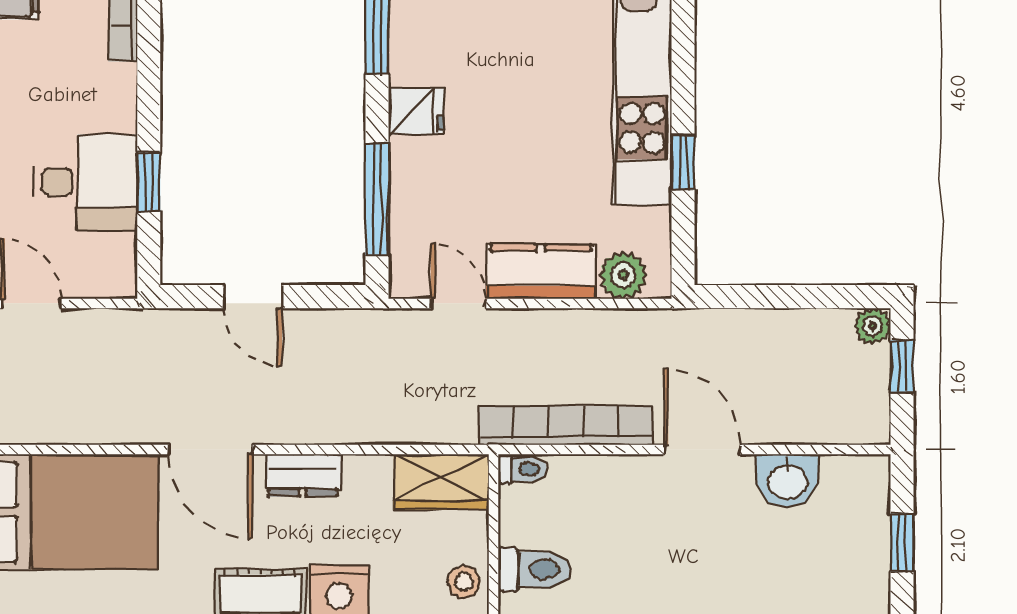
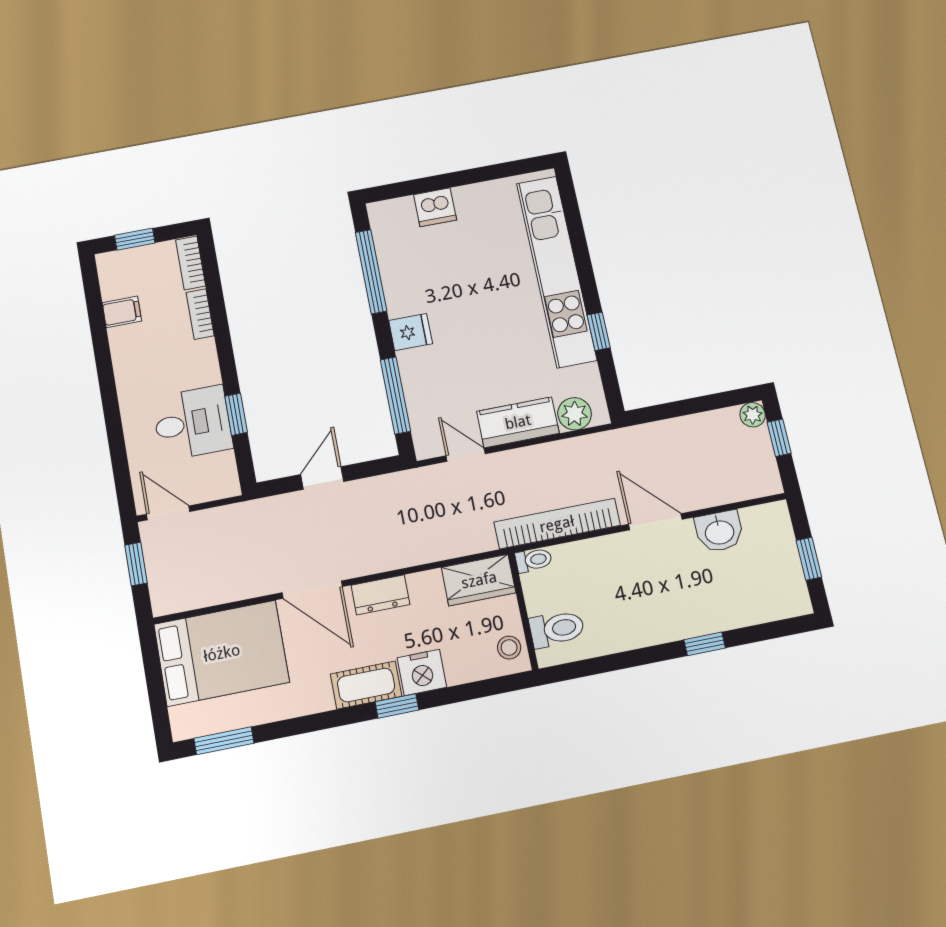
door: (253, 297) -> (322, 478), swing flipped

